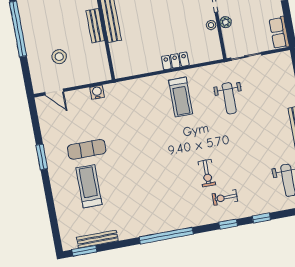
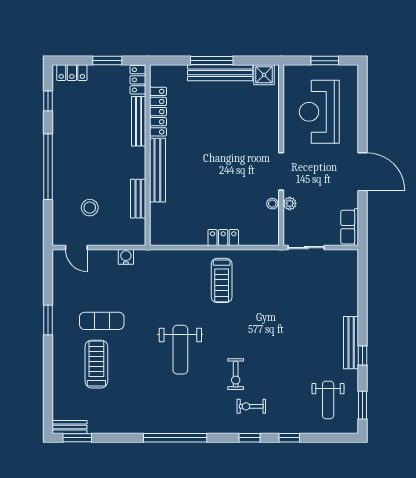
bench: (95, 26) -> (138, 199), moved
weight bench: (229, 98) -> (180, 350), moved, width x1.36, depth x1.33
bench: (97, 239) -> (70, 427), moved, width x0.73

